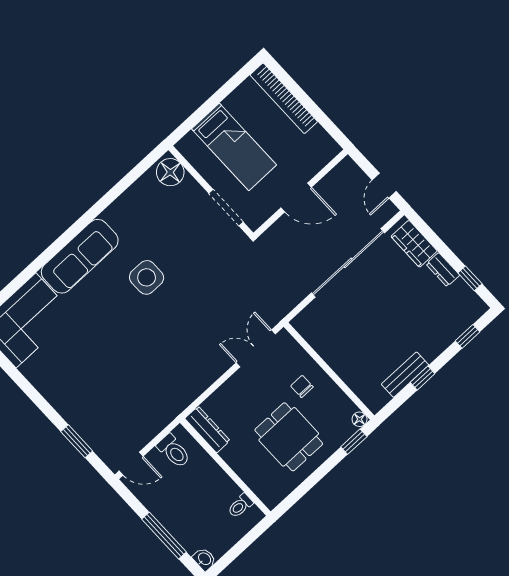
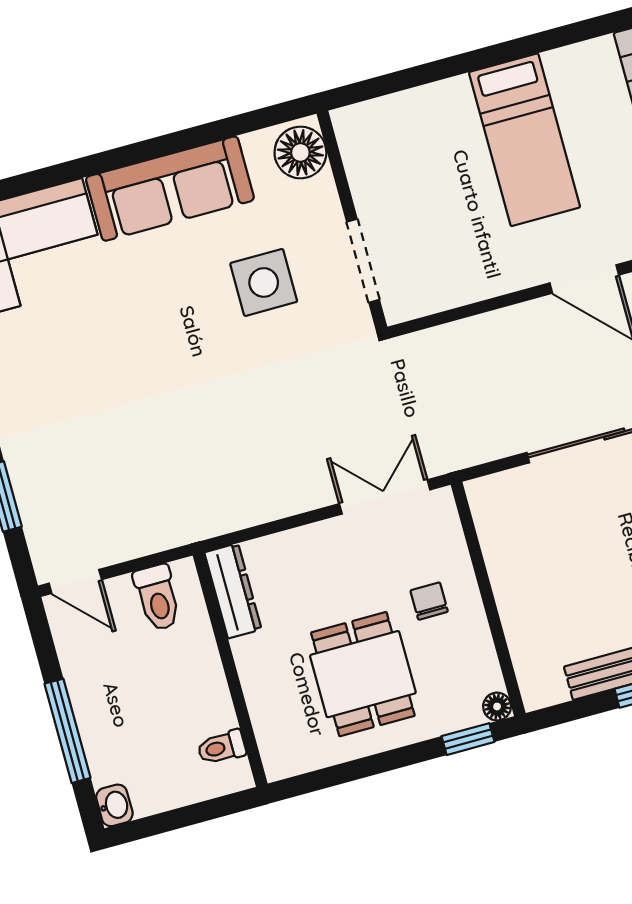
floor lamp: (170, 172) -> (300, 152), moved
wall: (211, 191) -> (352, 220), moved
doorway: (226, 208) -> (363, 261), moved

